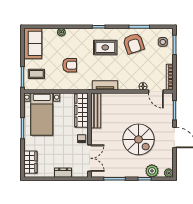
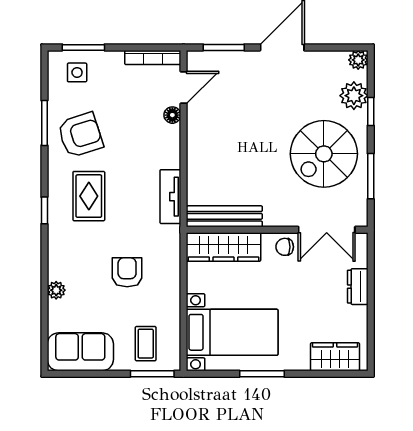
spiral stairs: (139, 139) -> (324, 154), moved, turned 180
double door: (90, 158) -> (327, 230), swing flipped

